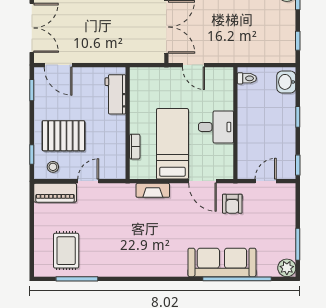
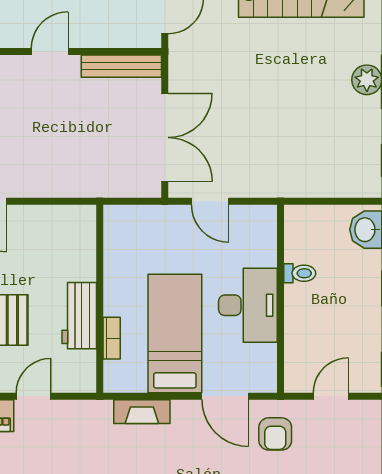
toilet: (247, 78) -> (300, 273), moved
workbench: (115, 94) -> (79, 316), moved
desk: (216, 127) -> (248, 305), width x1.37

